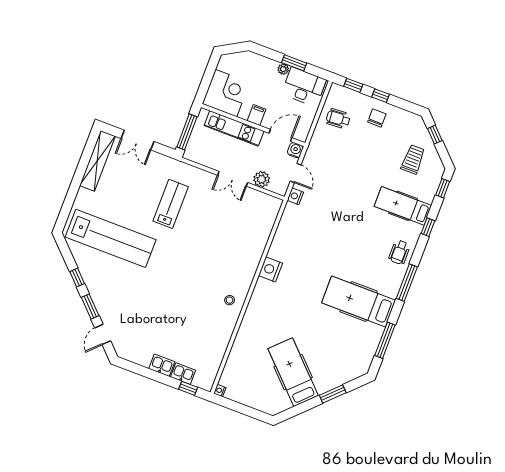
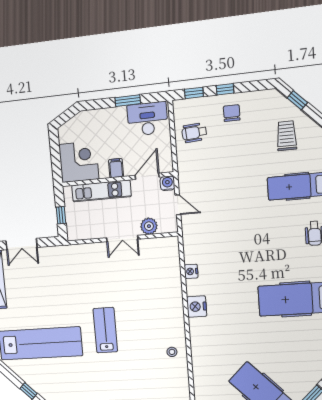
plant: (283, 69) -> (120, 112), removed
window: (187, 132) -> (61, 215), width x0.46
nightstand: (295, 196) -> (191, 271), moved
lab bench: (171, 204) -> (105, 330), moved

